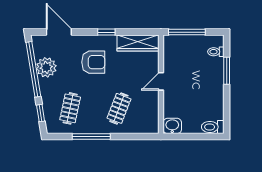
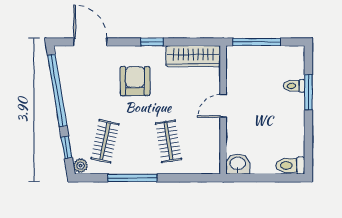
toilet: (216, 52) -> (294, 86), moved
armchair: (93, 62) -> (135, 81), turned -90
plant: (46, 67) -> (80, 166), moved, width x0.53, depth x0.53
clothes rail: (119, 108) -> (168, 141), turned -30

